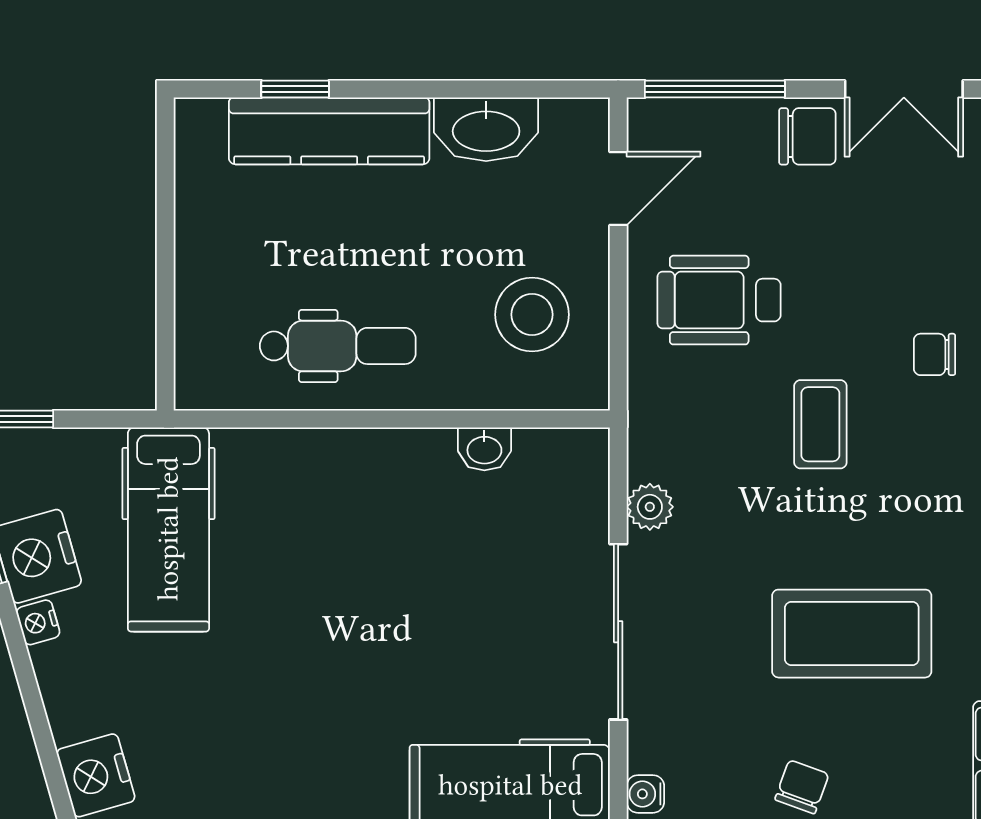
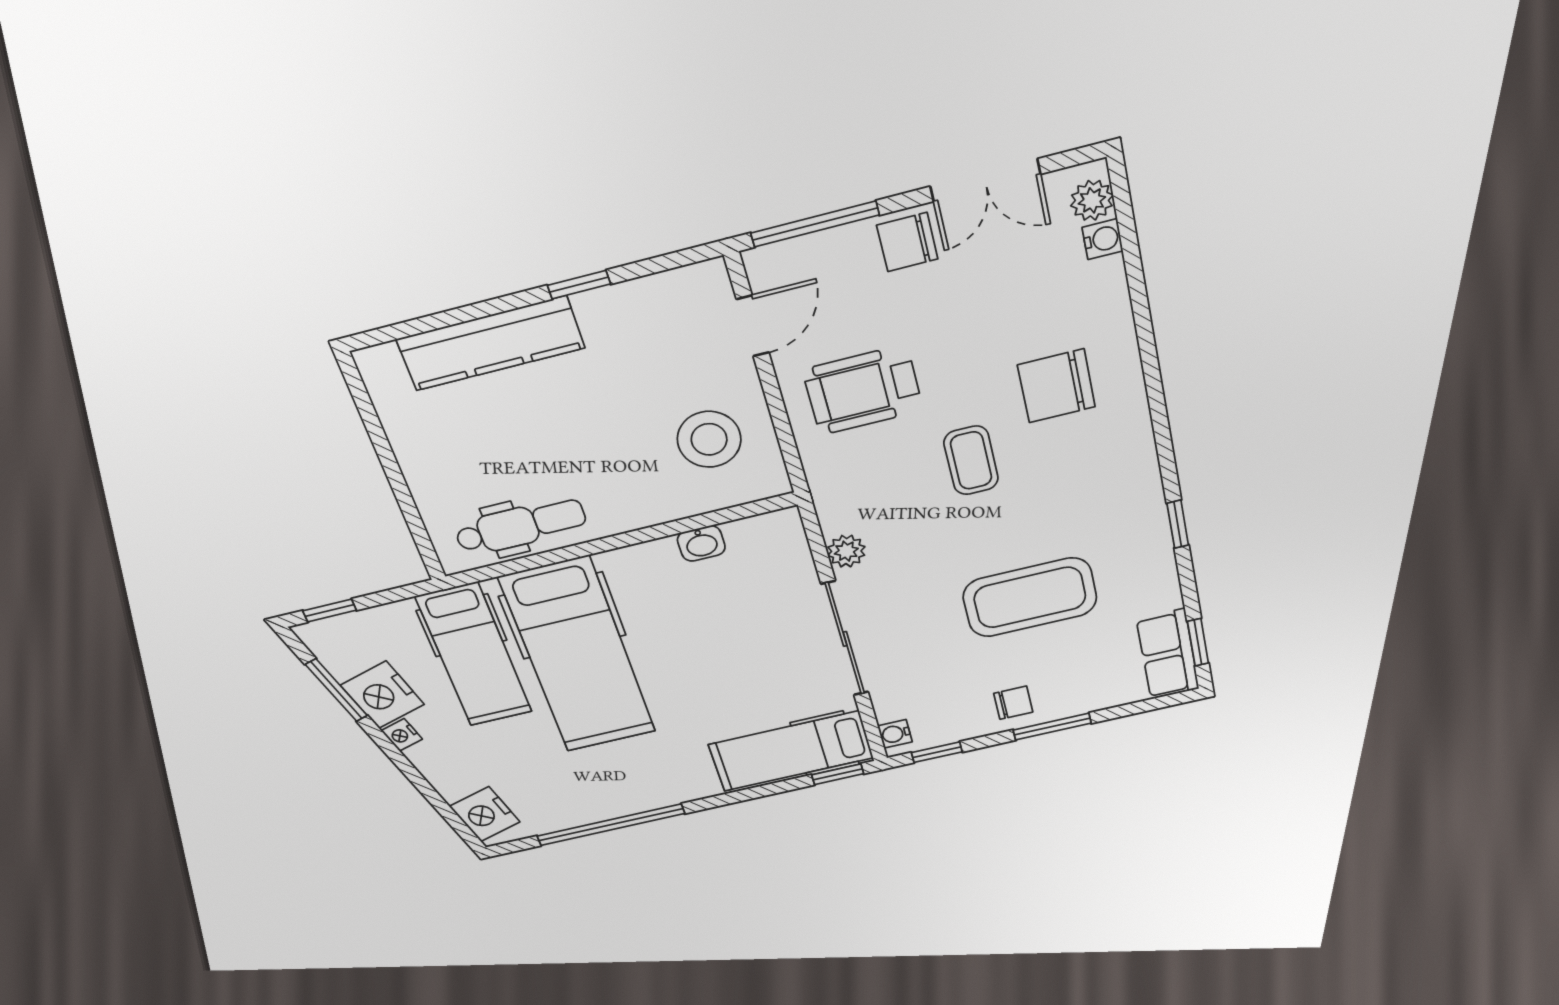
window: (295, 89) -> (579, 285), moved
washbasin: (486, 129) -> (624, 308), removed
chair: (807, 136) -> (907, 242), turned 180
dental chair: (338, 346) -> (520, 526), moved
chair: (935, 354) -> (1056, 386), width x1.87, depth x1.87
hospital bed: (292, 566) -> (578, 656), added
chair: (802, 787) -> (1013, 703), turned 70

